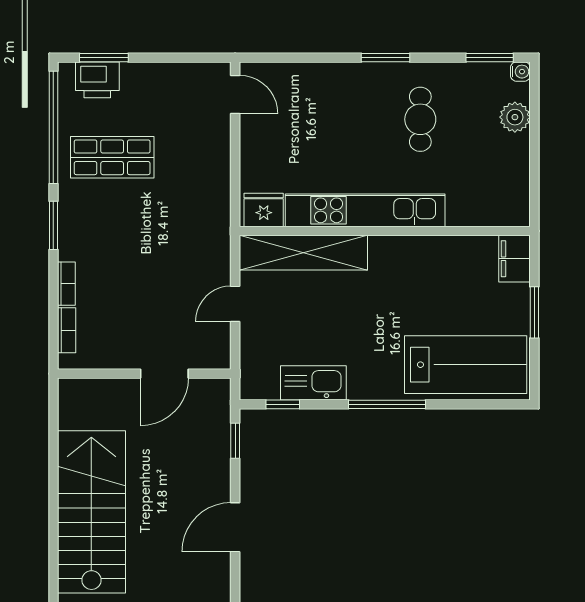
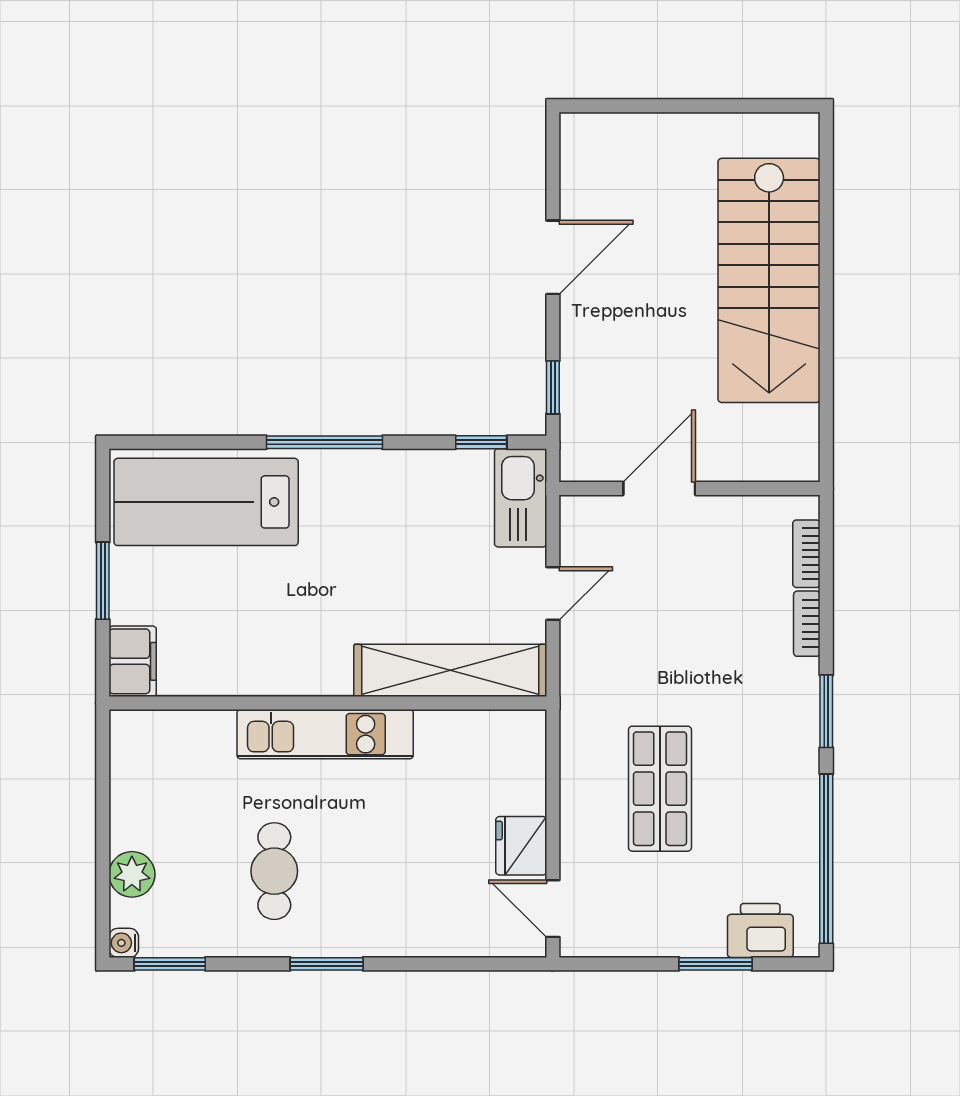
window: (104, 58) -> (715, 964), moved
shop shelf: (112, 157) -> (660, 789), moved, turned 90
fridge: (264, 210) -> (521, 846), moved, turned 90
kitchen unit: (365, 210) -> (325, 734), width x0.73
kitchen sink: (313, 383) -> (521, 498), moved, turned 90

